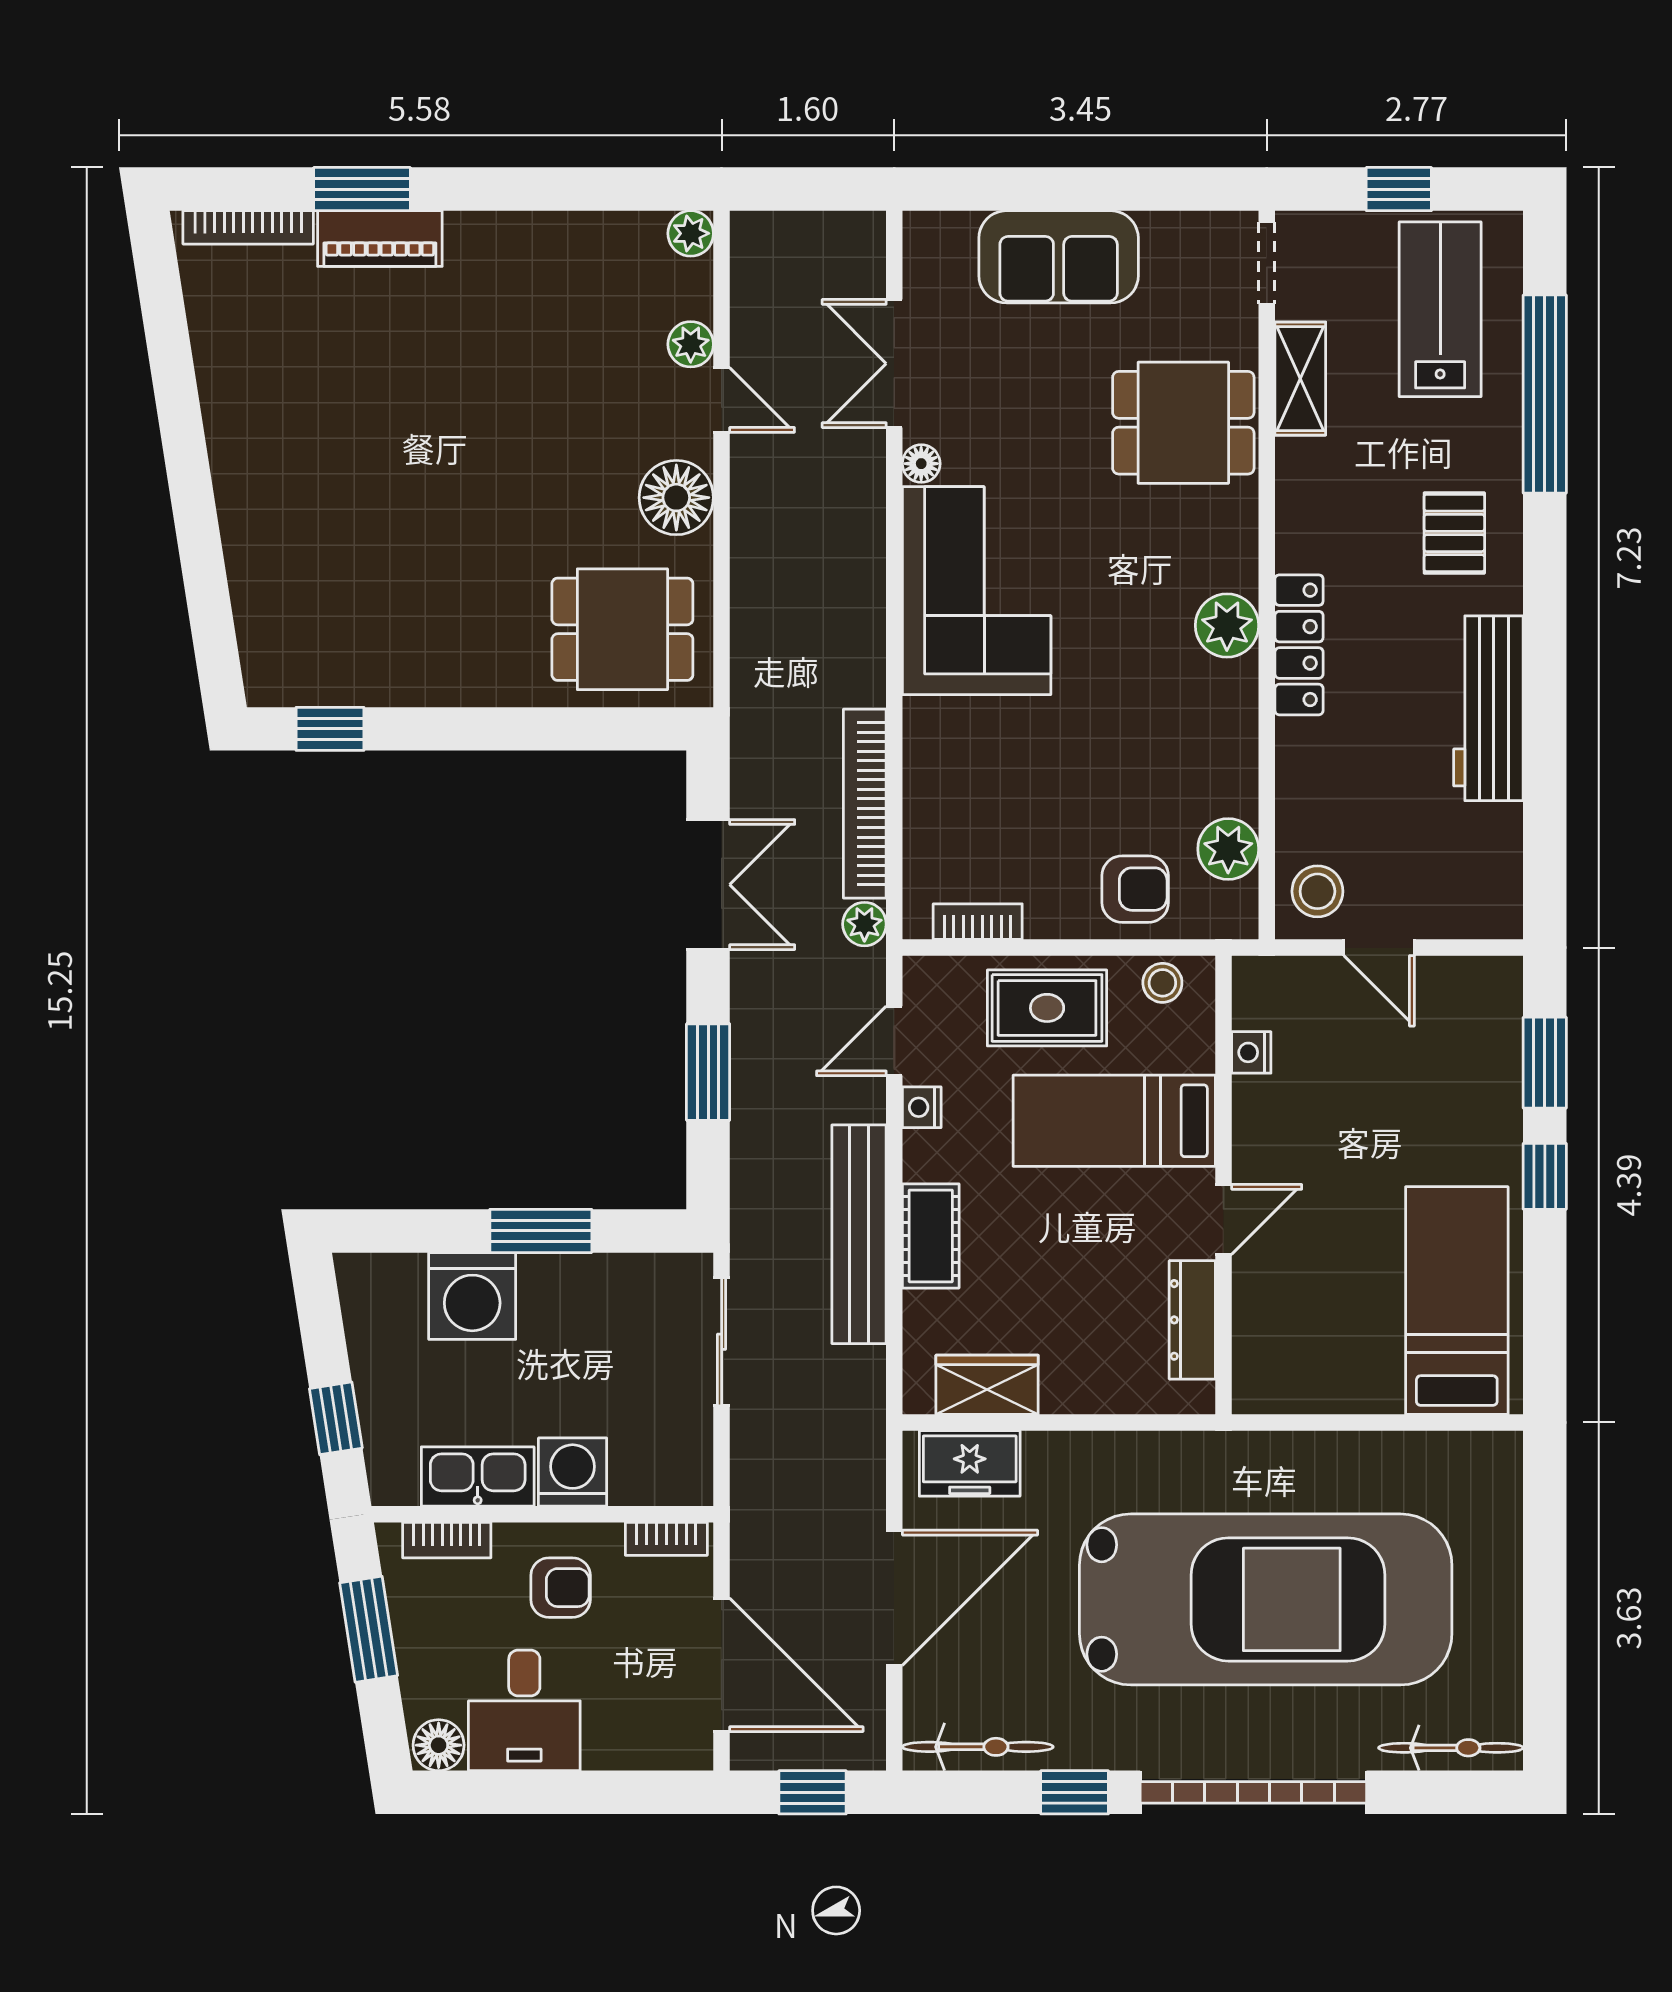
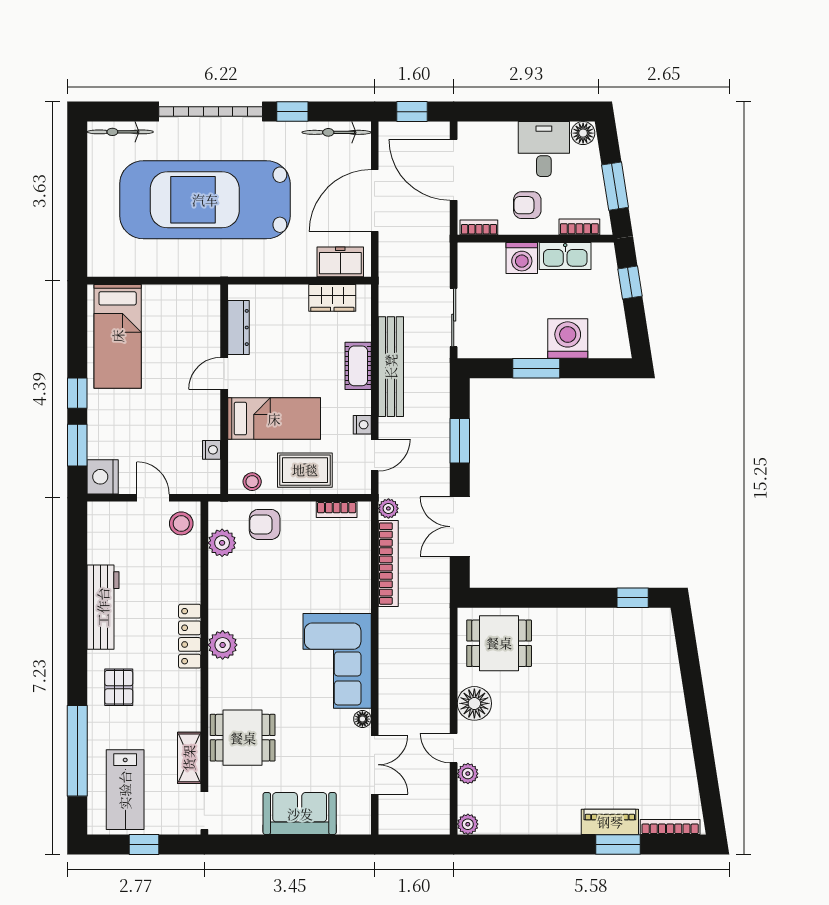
nightstand: (1489, 993) -> (103, 477), added

